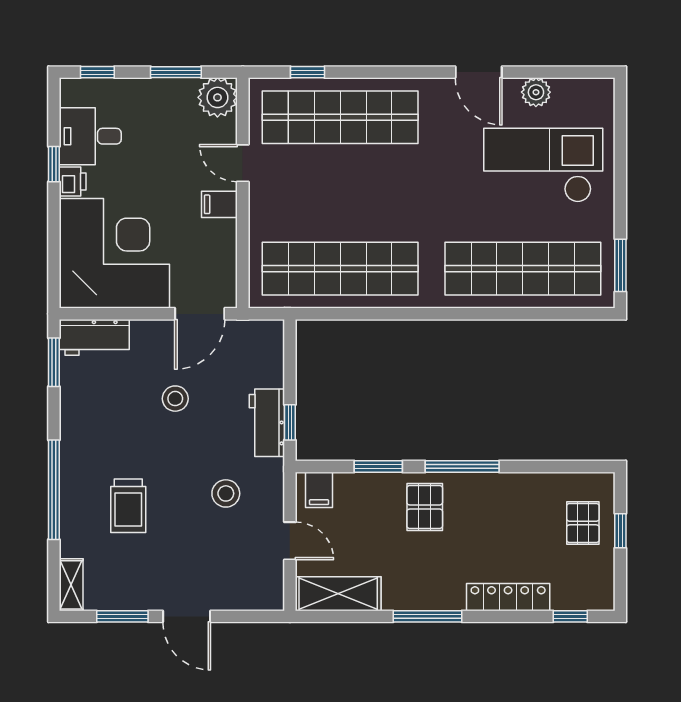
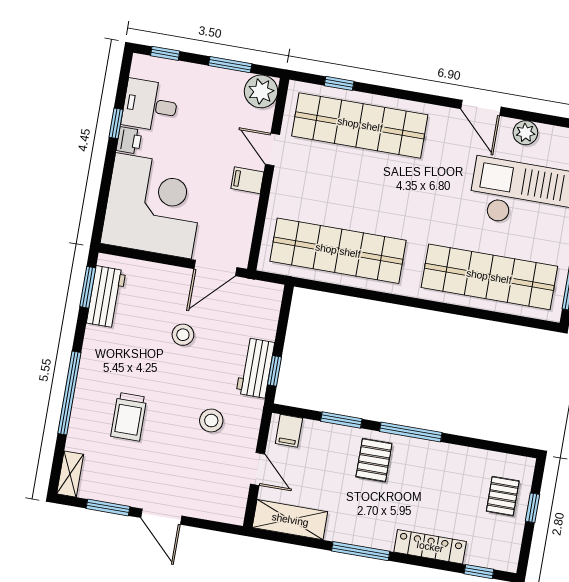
workbench: (94, 337) -> (106, 297), moved, turned -90

